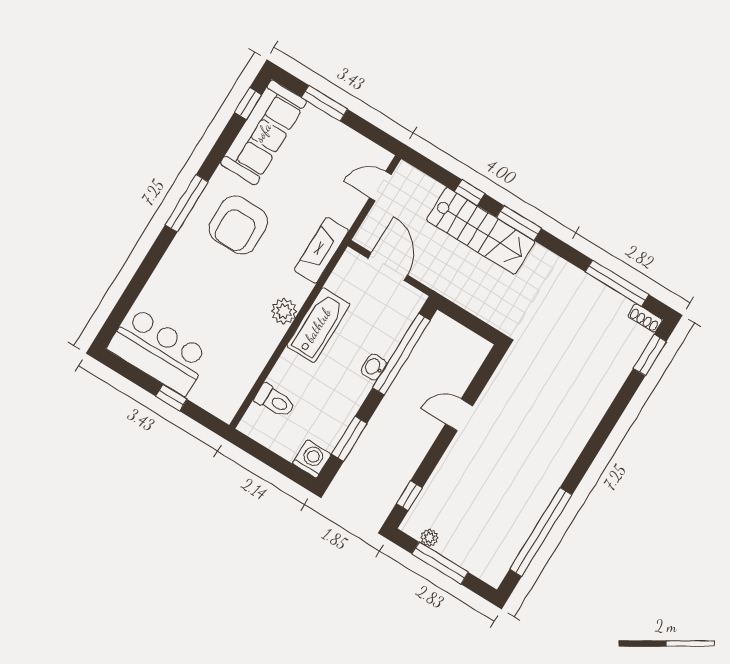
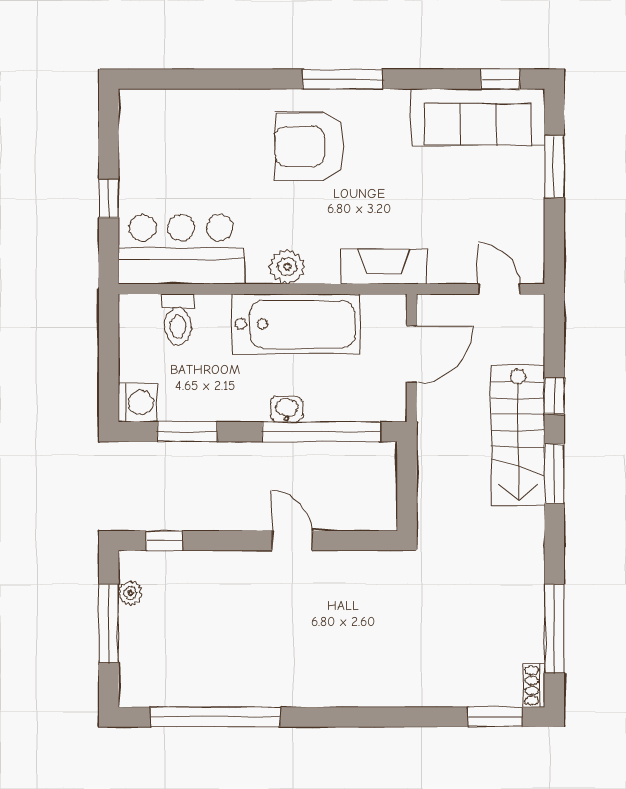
armchair: (238, 225) -> (309, 146), moved
bathtub: (318, 325) -> (296, 324), width x1.36, depth x1.36
bar counter: (159, 351) -> (181, 249), moved, turned -90

